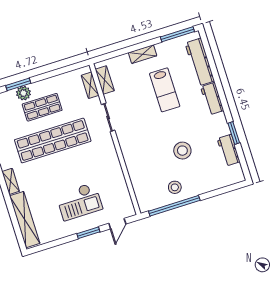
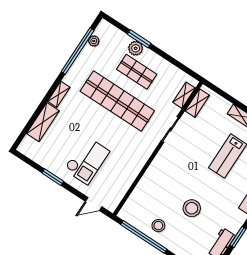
checkout: (79, 201) -> (87, 160), turned -90
shelving: (25, 220) -> (43, 122), width x0.68
window: (88, 233) -> (53, 177), moved

